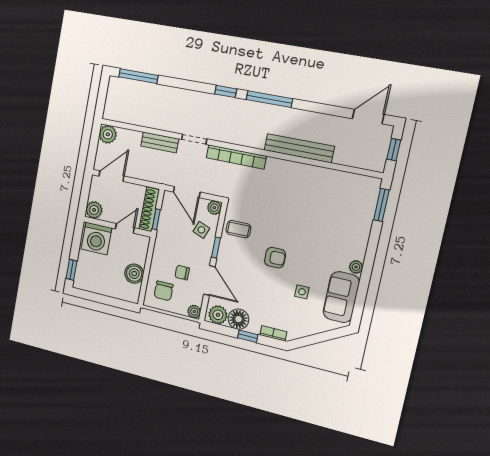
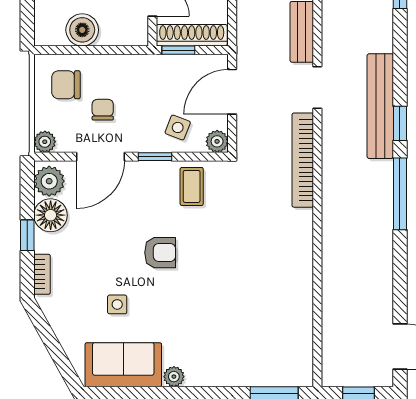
bench: (299, 148) -> (380, 106), moved
armchair: (275, 258) -> (160, 253), turned -90

